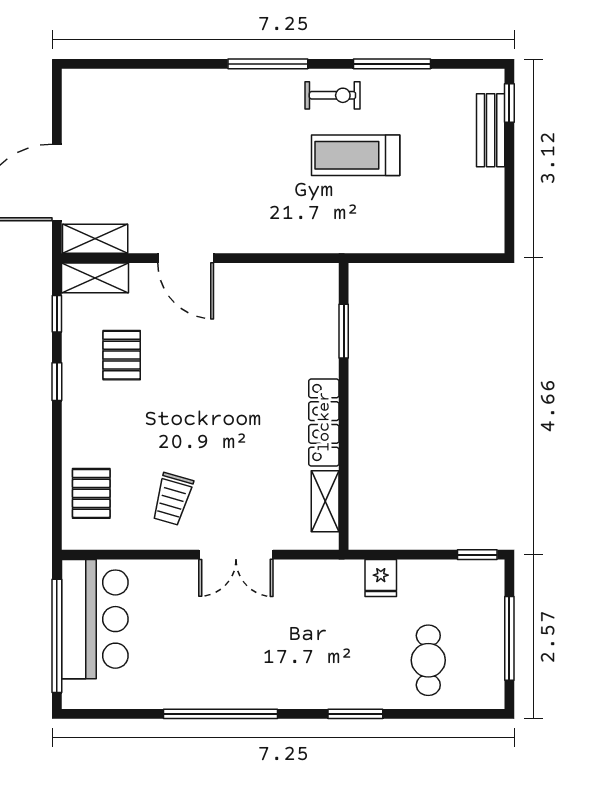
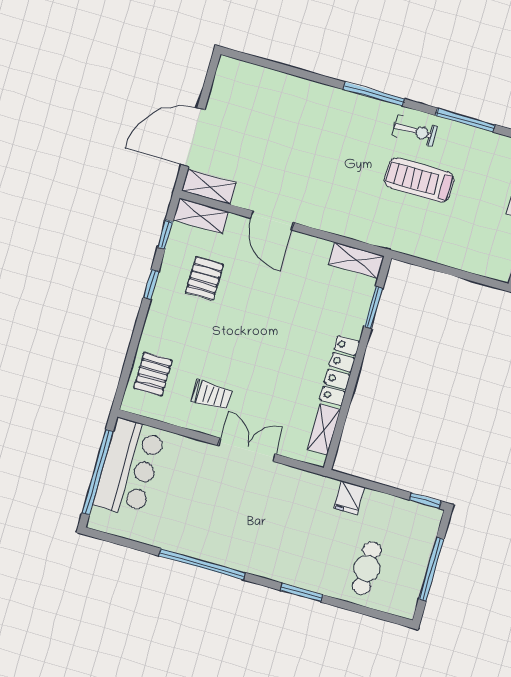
shelving: (305, 278) -> (356, 260), added
trolley: (172, 499) -> (212, 395), turned -106
double door: (236, 555) -> (247, 450), swing flipped

